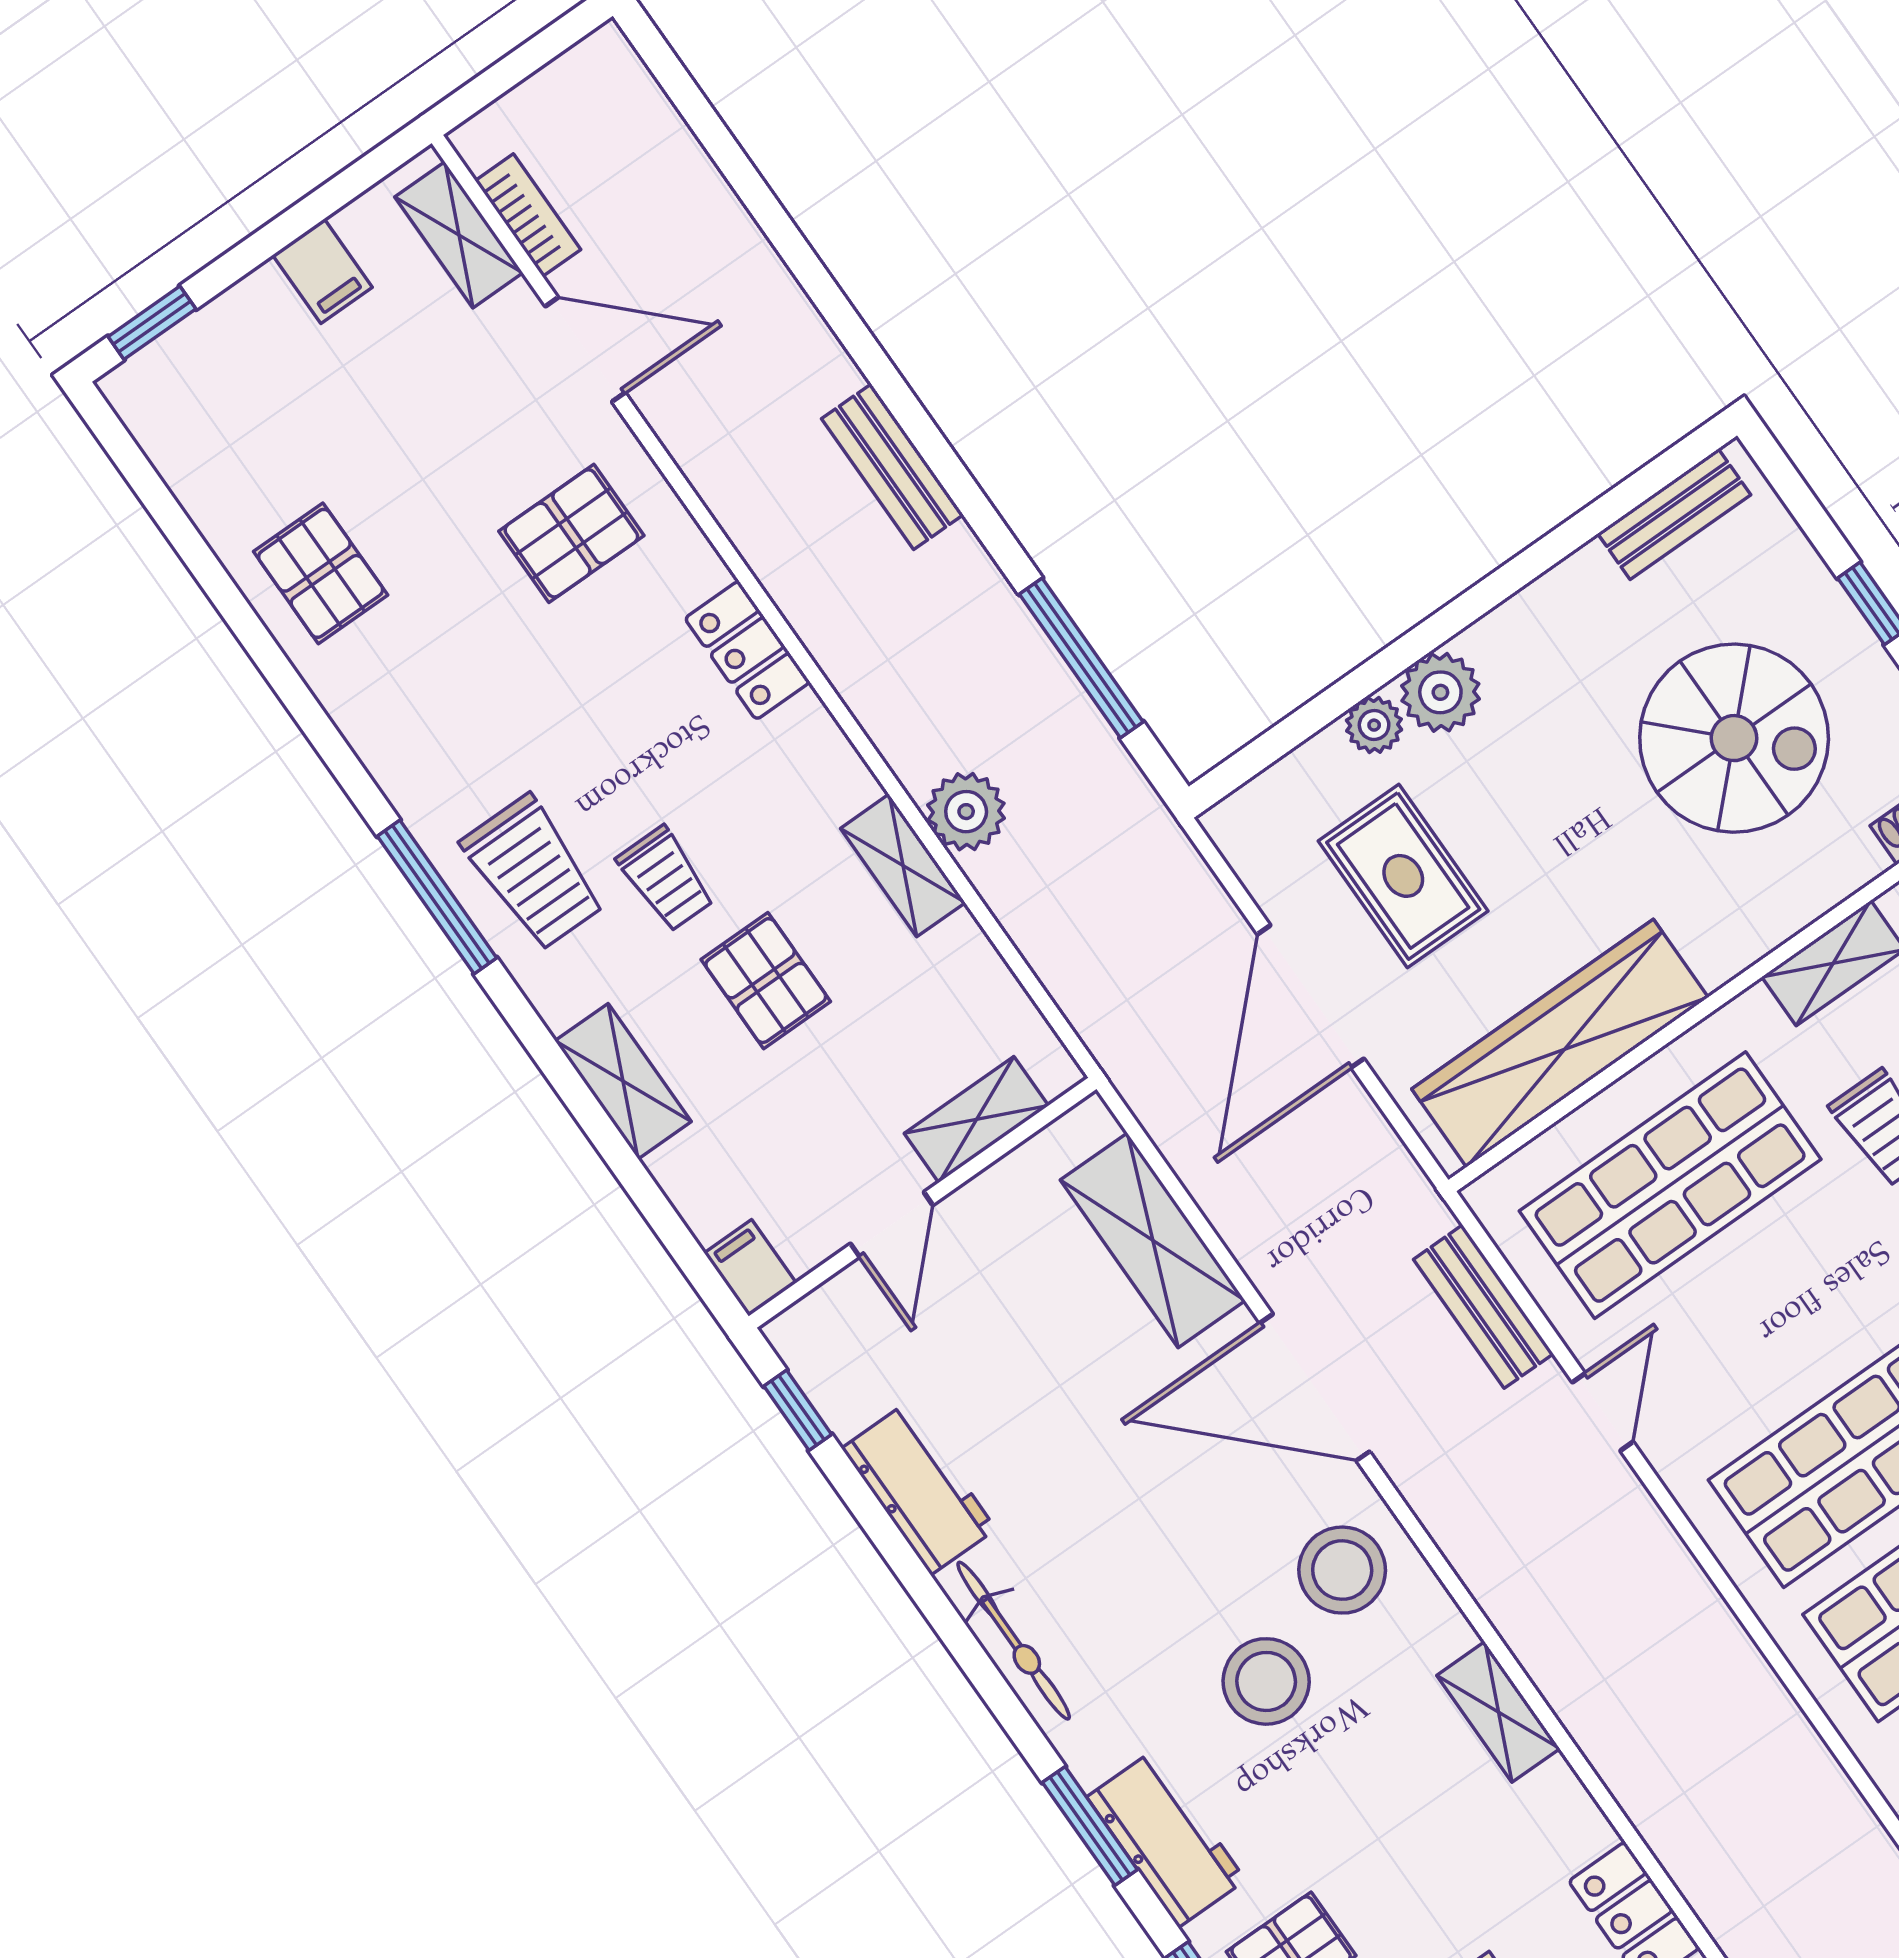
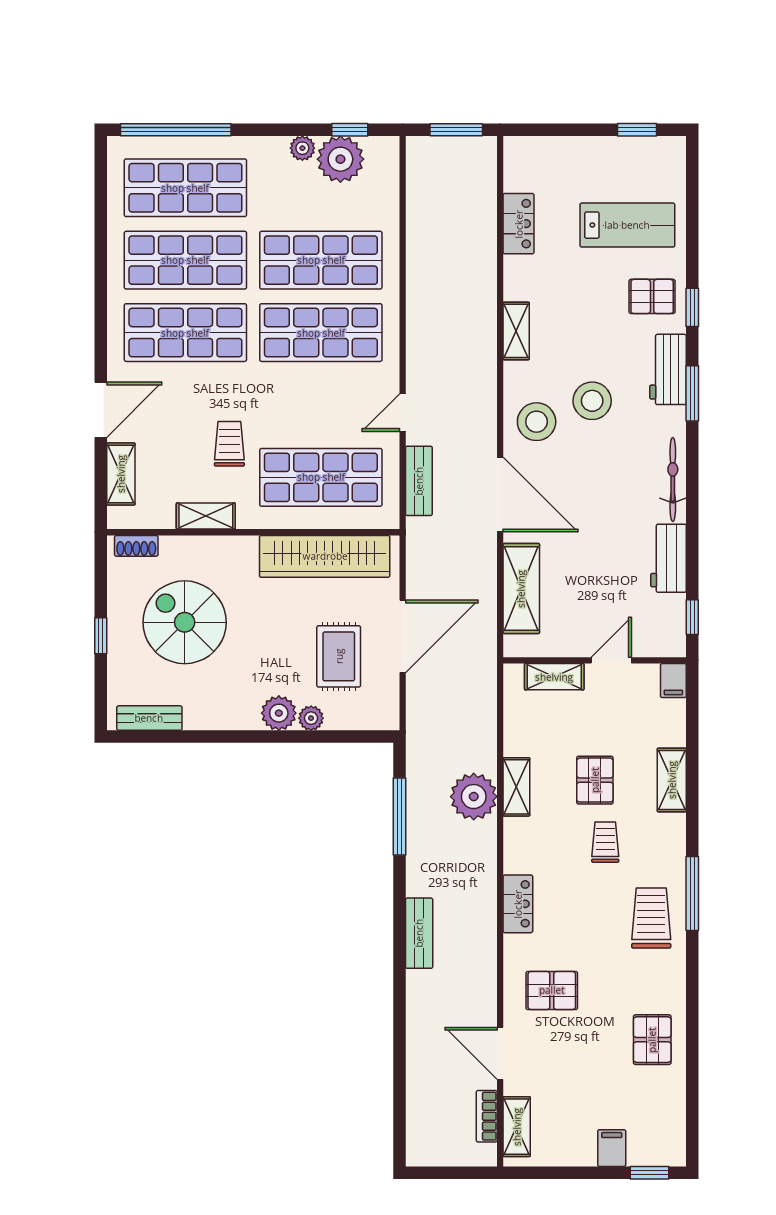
filing cabinet: (322, 271) -> (612, 1148), moved
plant: (966, 812) -> (474, 797), width x1.36, depth x1.36
trolley: (533, 873) -> (651, 918), moved

